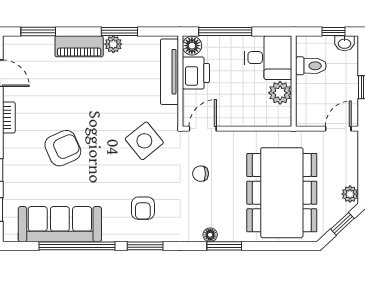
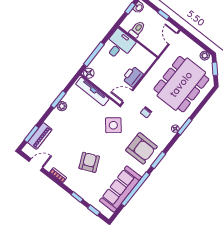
piano: (79, 46) -> (40, 136), moved
printer: (196, 73) -> (133, 76), moved, turned -90
plant: (280, 93) -> (138, 51), removed
door: (203, 129) -> (128, 96), hinge flipped
dining table: (282, 193) -> (181, 84), turned 90
armchair: (143, 208) -> (141, 148), width x1.88, depth x1.88

